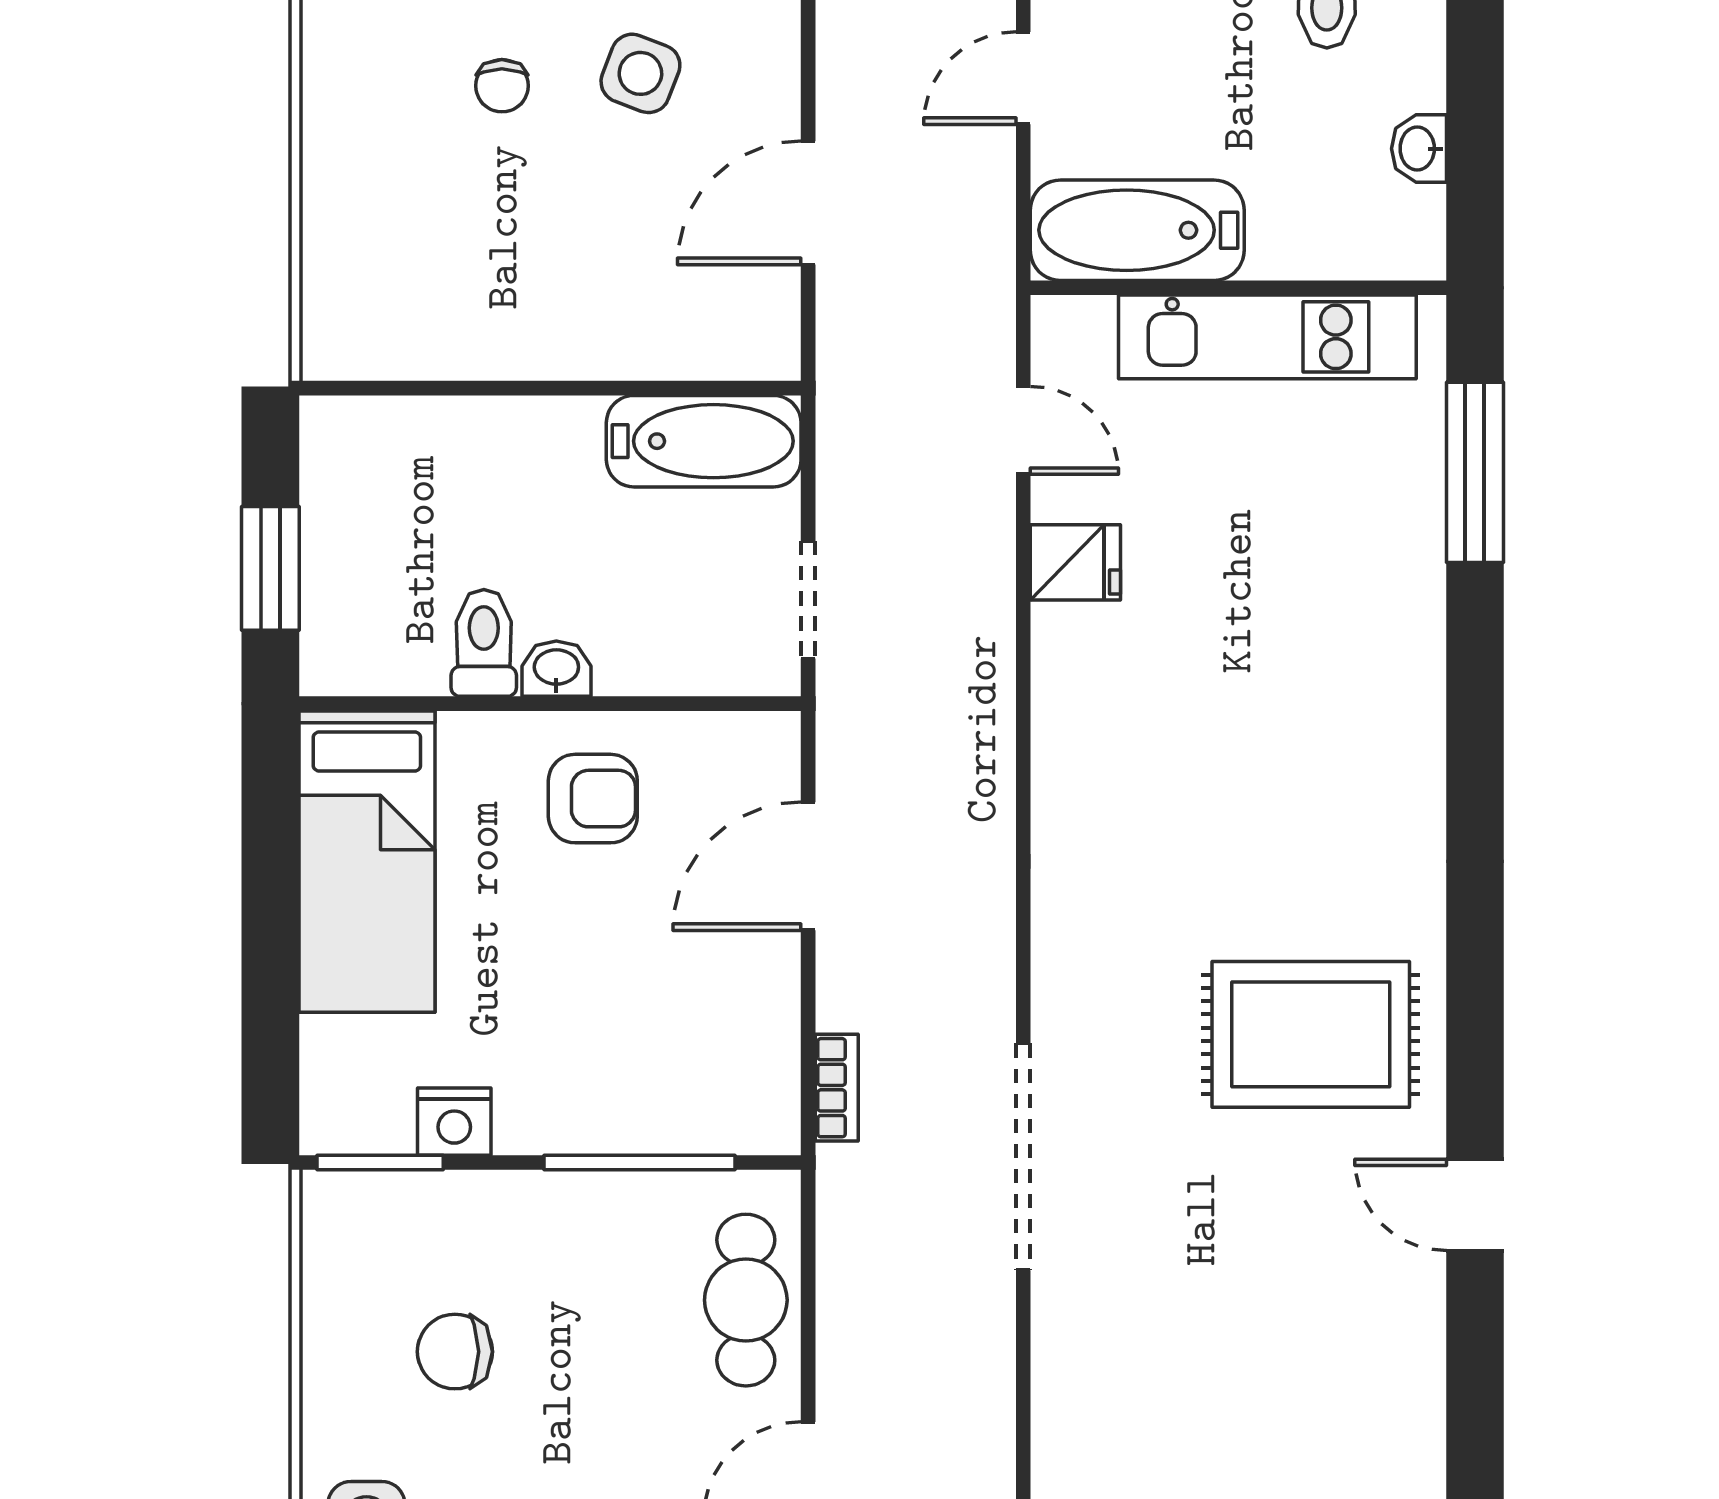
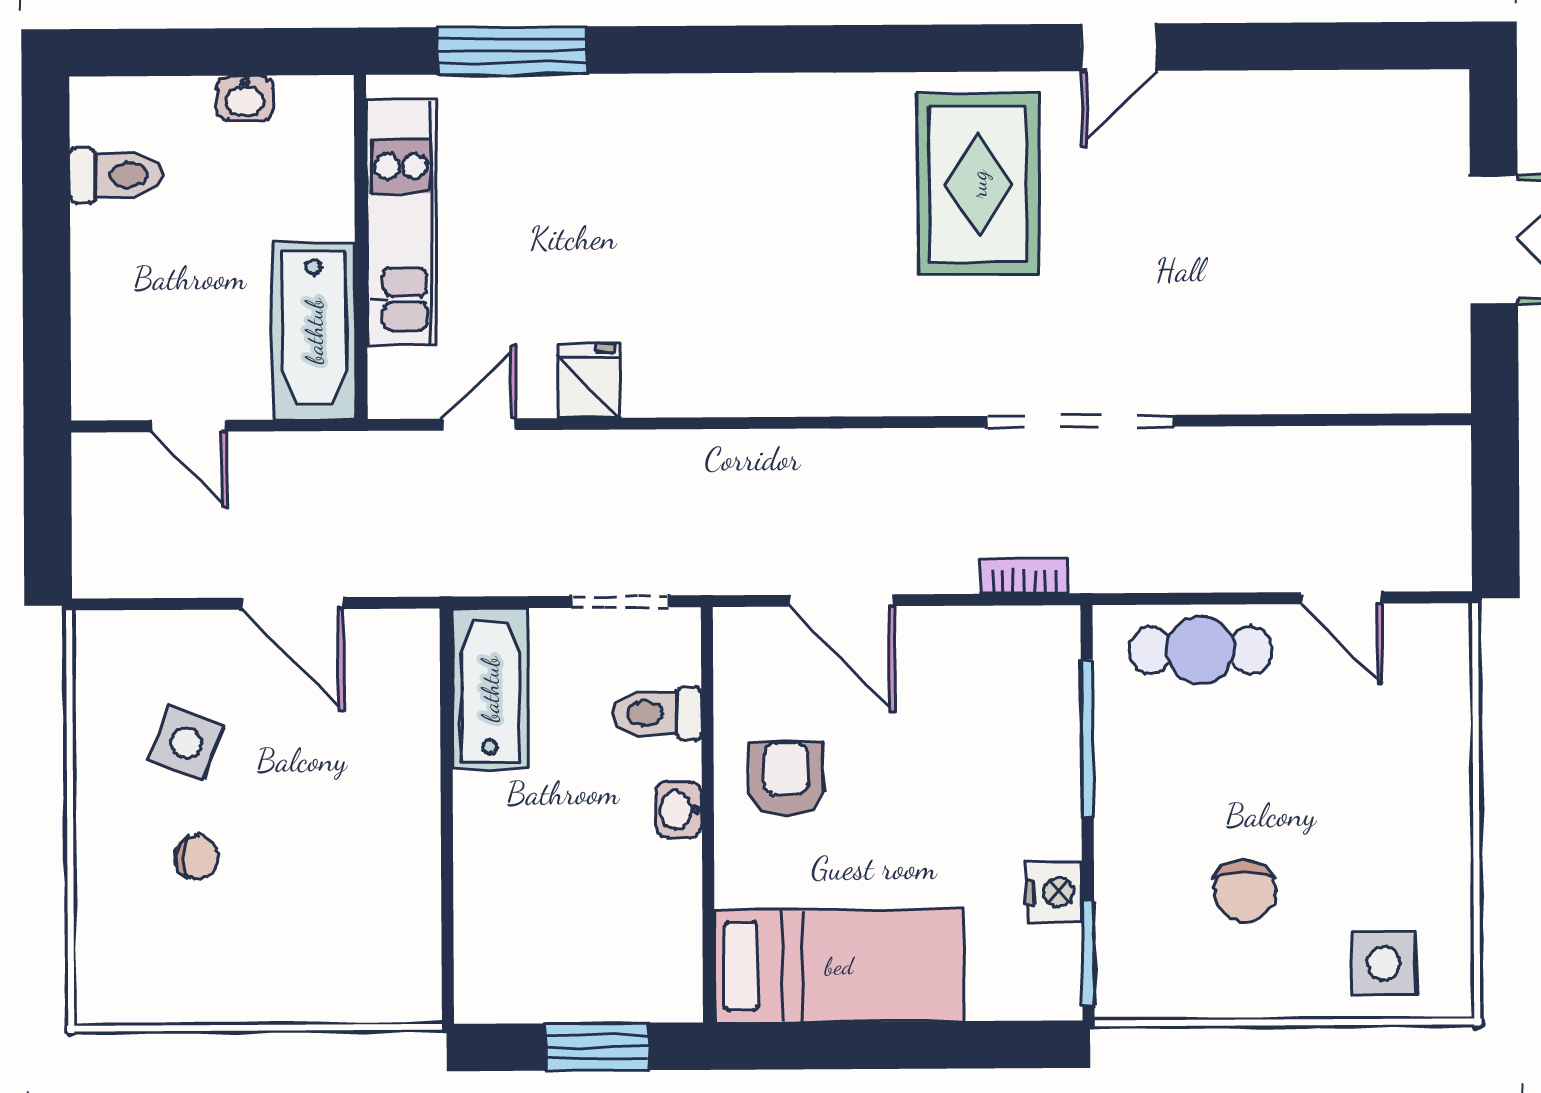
toilet: (484, 643) -> (657, 714), moved

